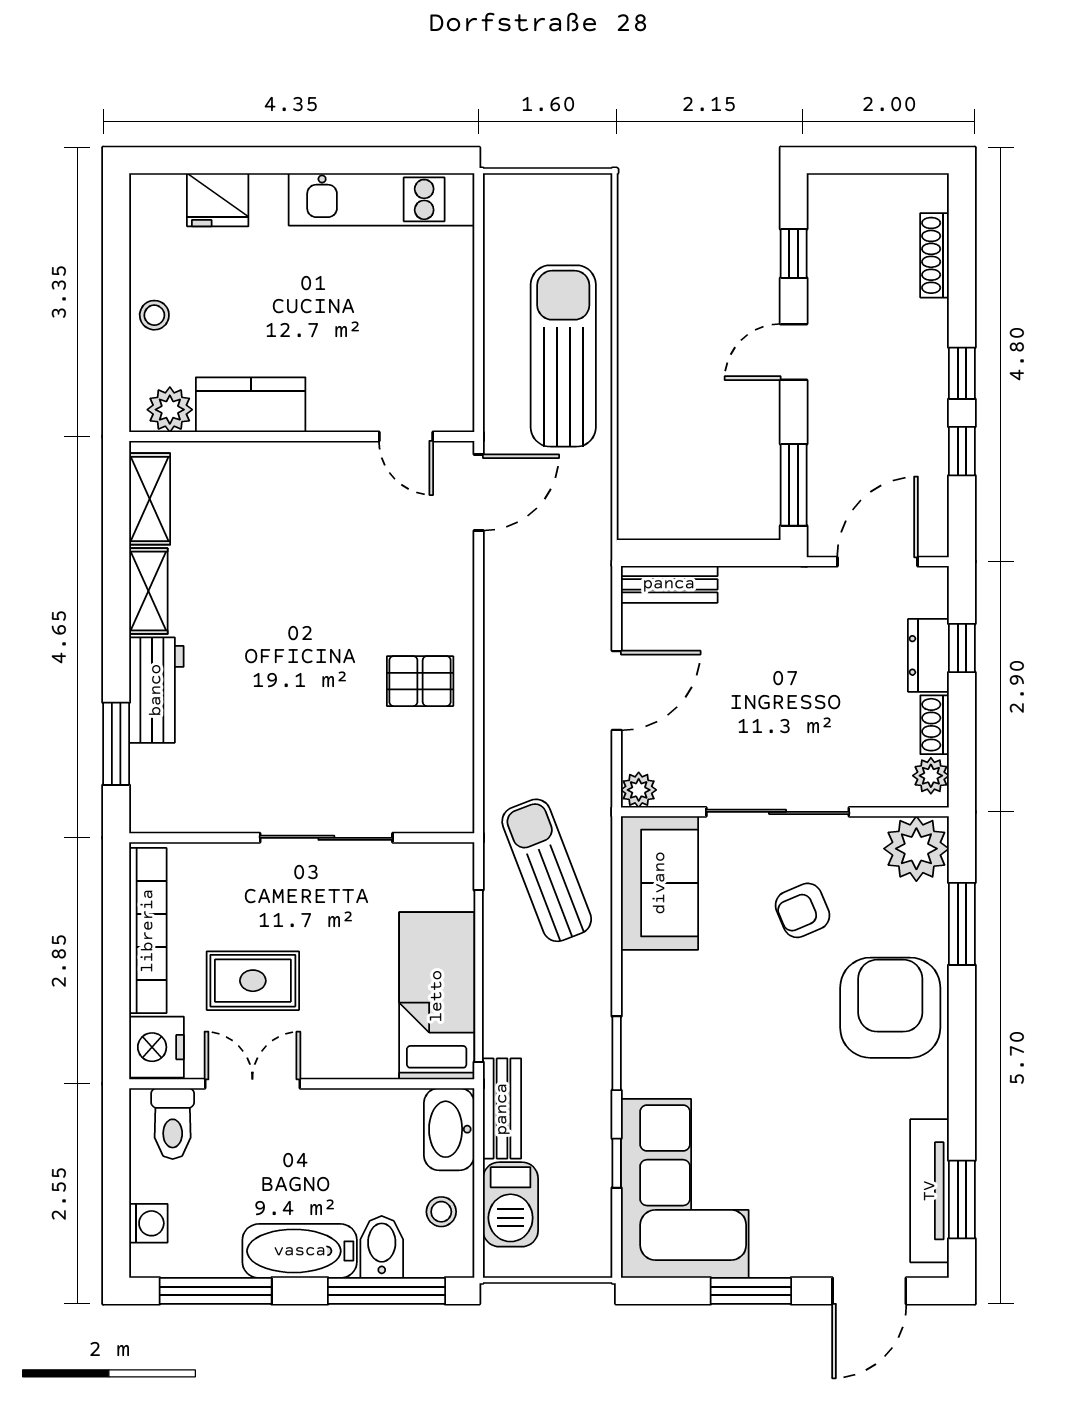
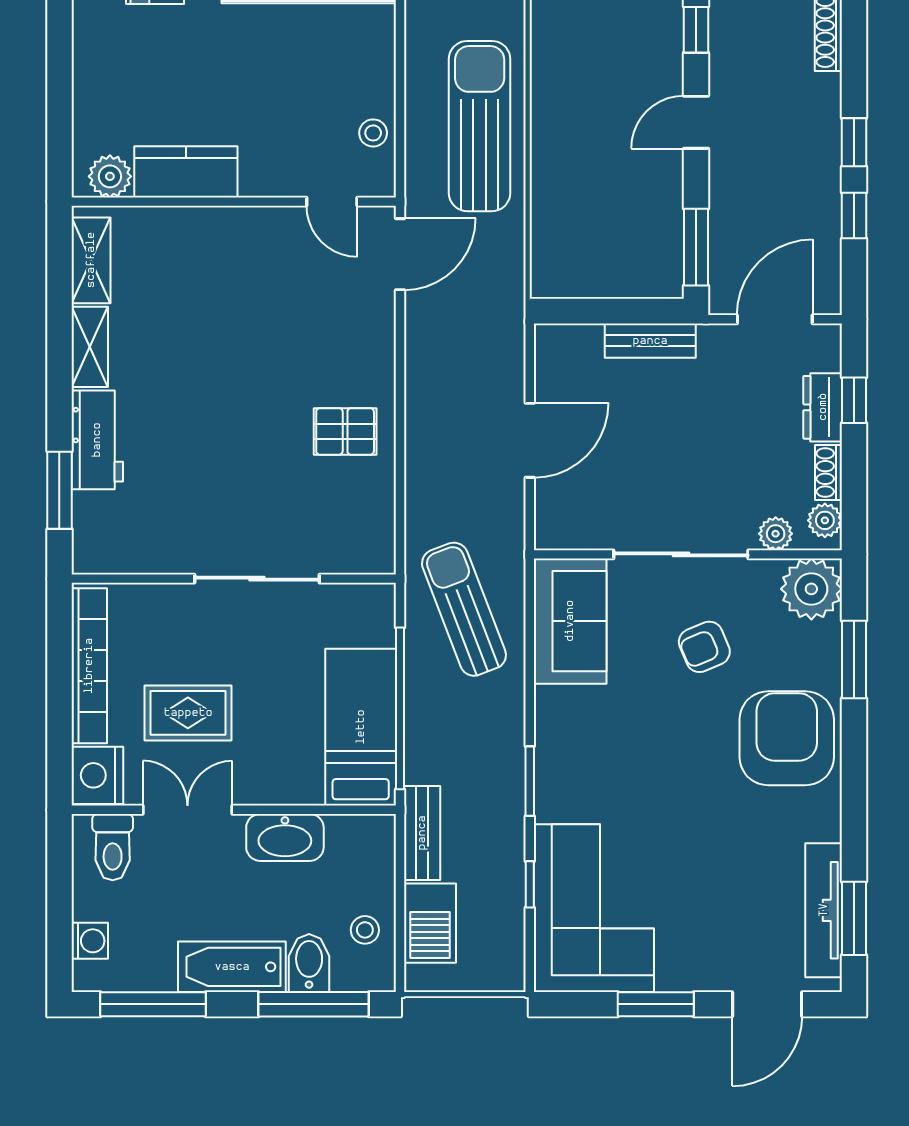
stool: (154, 315) -> (373, 133), moved
bench: (669, 584) -> (650, 341), moved
plant: (639, 790) -> (776, 534), moved
washbasin: (449, 1129) -> (285, 837), moved, turned -90

